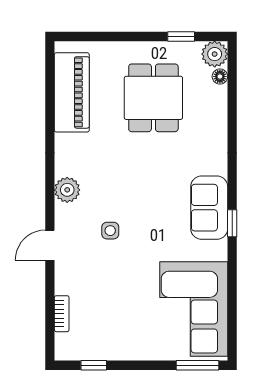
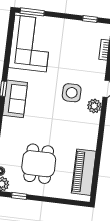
plant: (67, 190) -> (94, 106), moved
side table: (110, 231) -> (72, 93), width x1.87, depth x1.87

